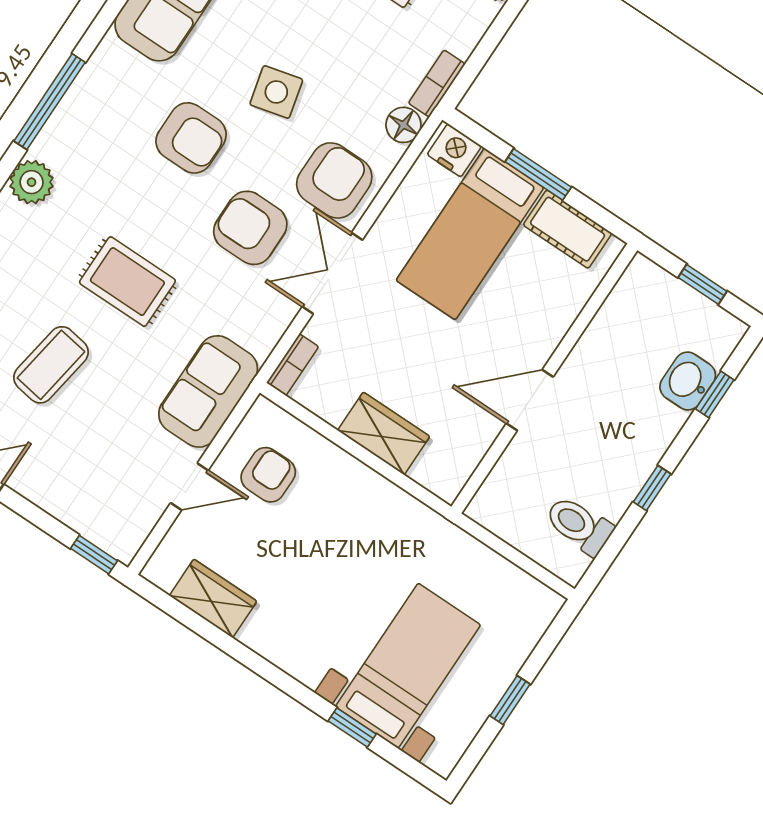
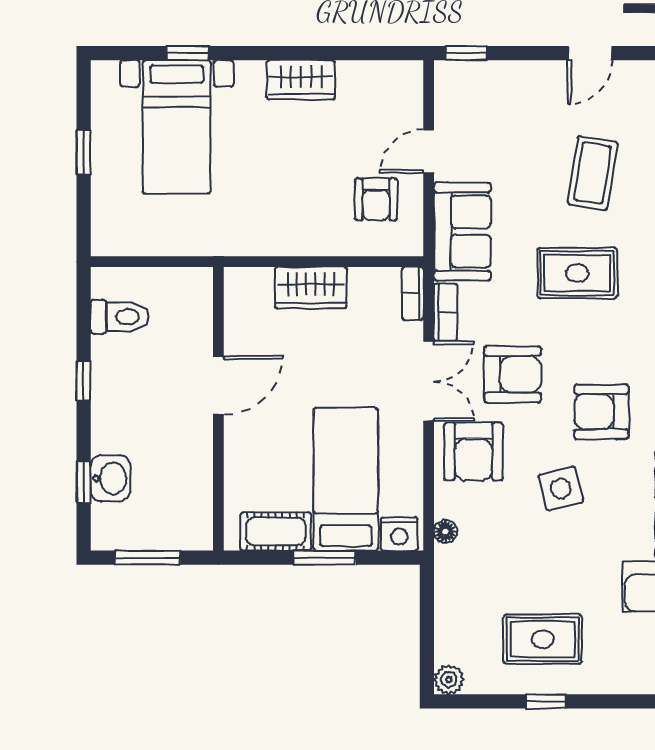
bookcase: (437, 84) -> (446, 312), moved
floor lamp: (403, 125) -> (445, 532), width x0.73, depth x0.73
window: (702, 284) -> (148, 558), width x1.50
wardrobe: (213, 598) -> (301, 80), moved

